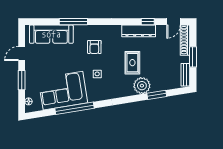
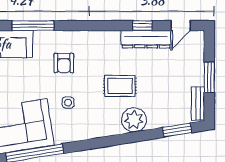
dresser: (139, 31) -> (146, 39), moved
shoe rack: (185, 40) -> (197, 53), removed
rug: (132, 63) -> (120, 86), turned 90
window: (157, 95) -> (177, 130), moved

